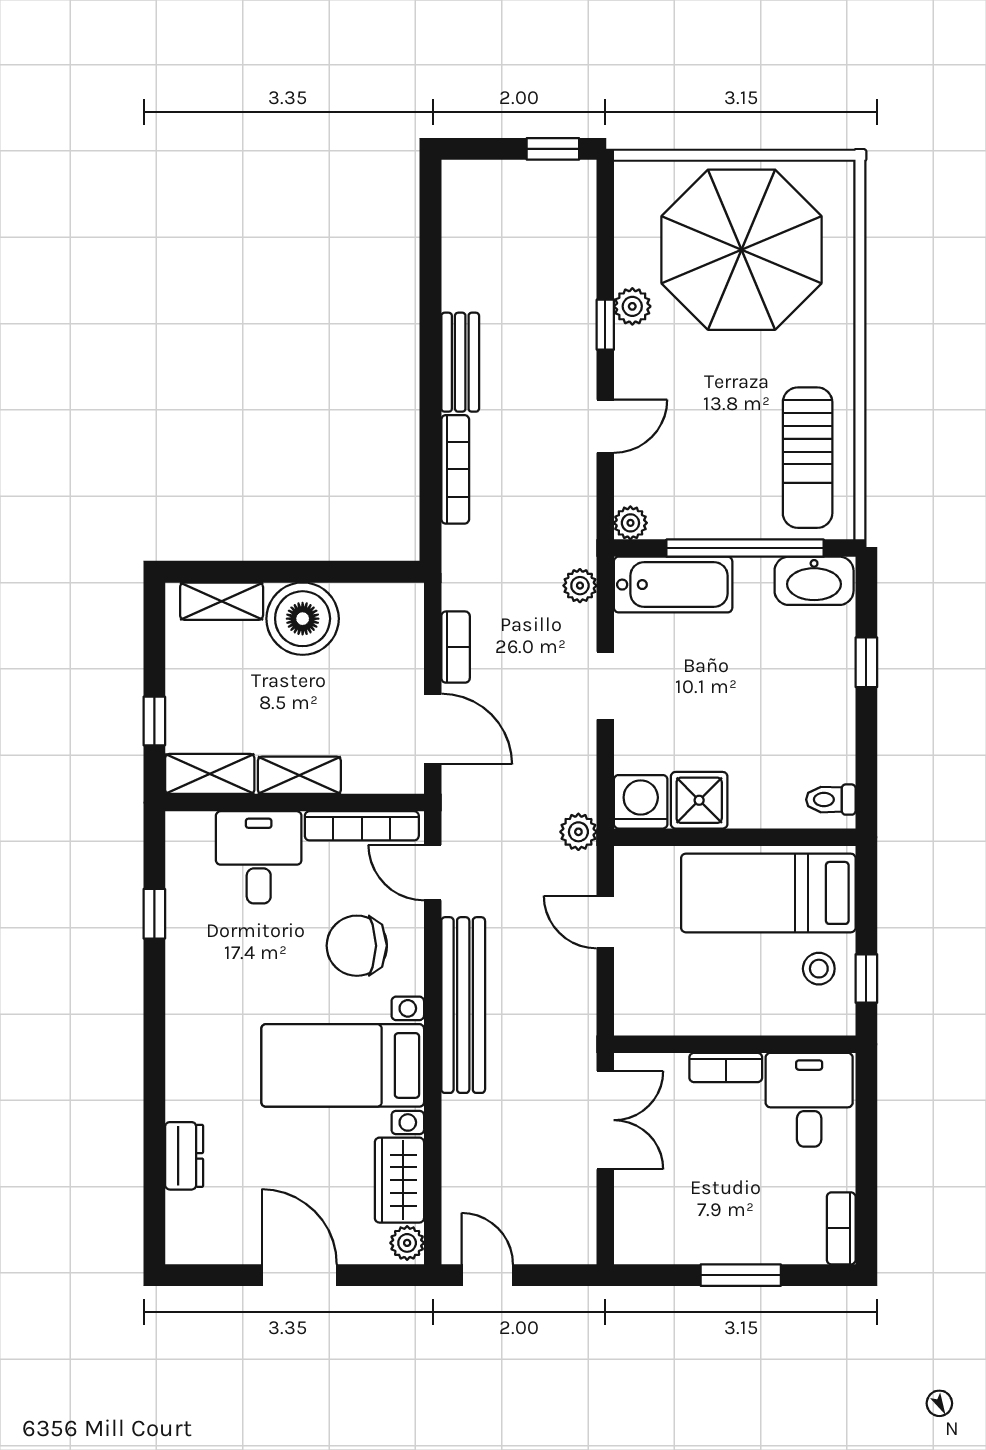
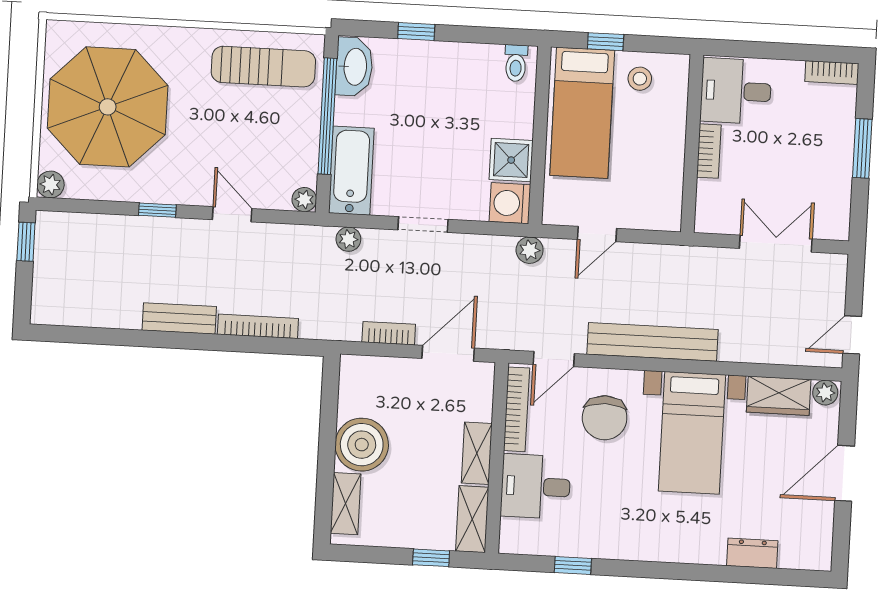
plant: (632, 306) -> (51, 184), moved
window: (866, 979) -> (606, 42), moved
double door: (605, 1120) -> (776, 244), moved

